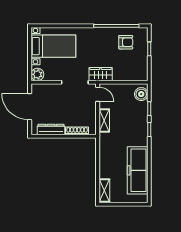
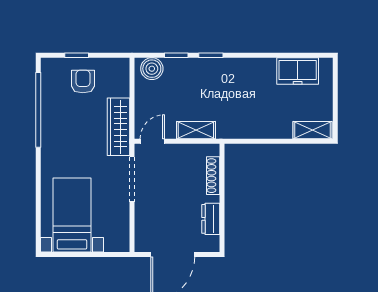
armchair: (126, 42) -> (83, 82), moved
plant: (37, 74) -> (119, 242), removed
wardrobe: (101, 74) -> (119, 127), width x1.50
dresser: (51, 129) -> (211, 219), width x0.70
freezer: (138, 170) -> (298, 71), width x0.52, depth x0.79

